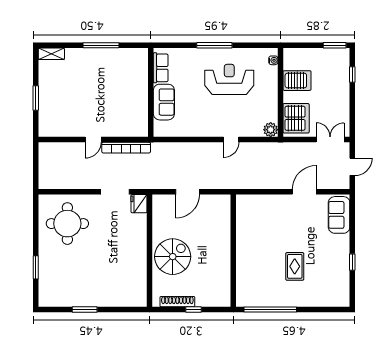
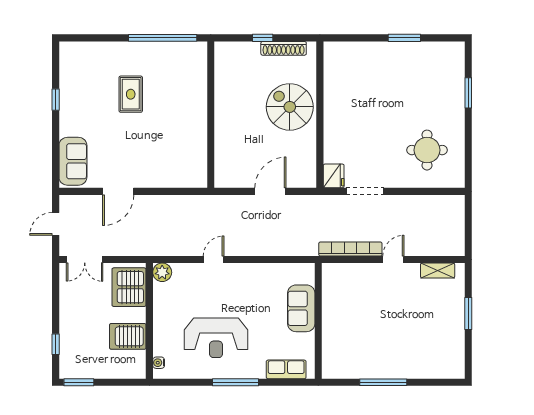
shelving: (51, 54) -> (438, 271), moved
row of seats: (161, 68) -> (286, 369), moved, turned 90
round table: (67, 224) -> (427, 150), width x0.73, depth x0.73
spiral stairs: (173, 257) -> (290, 107), turned 90

